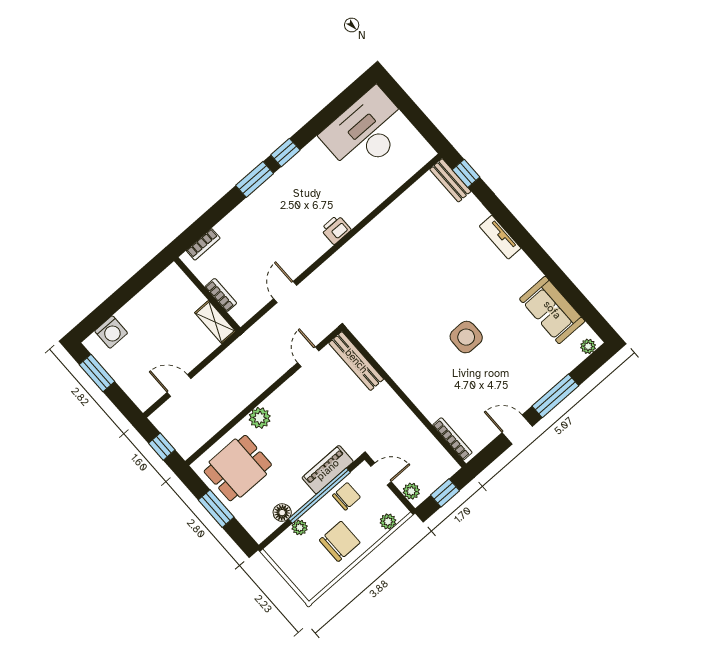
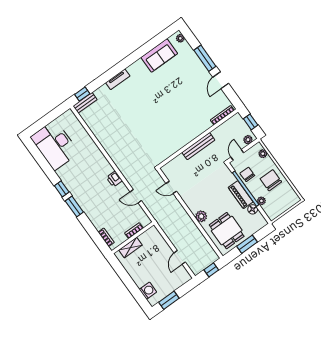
printer: (336, 229) -> (114, 179), moved
shelving: (215, 322) -> (130, 248), moved
side table: (466, 337) -> (169, 103), removed
bench: (356, 361) -> (198, 146), moved
piano: (328, 470) -> (241, 195), moved

